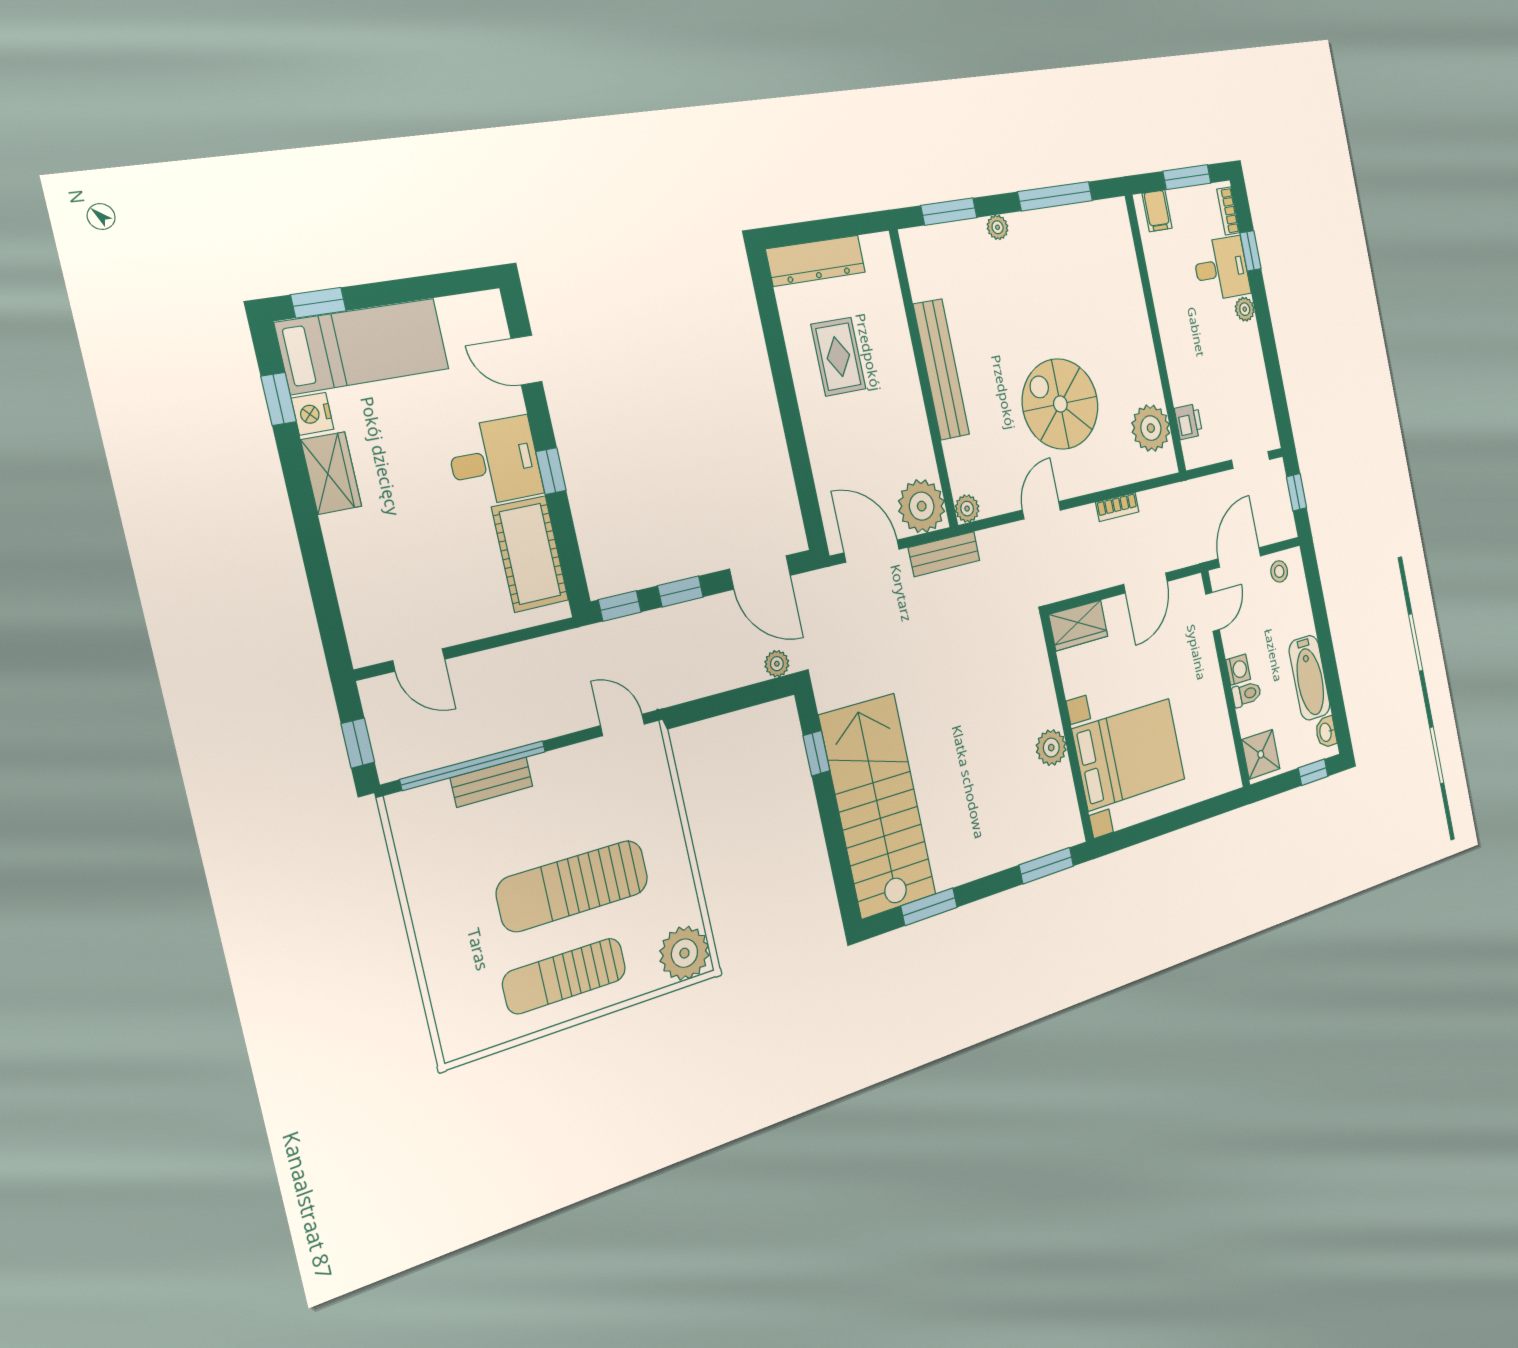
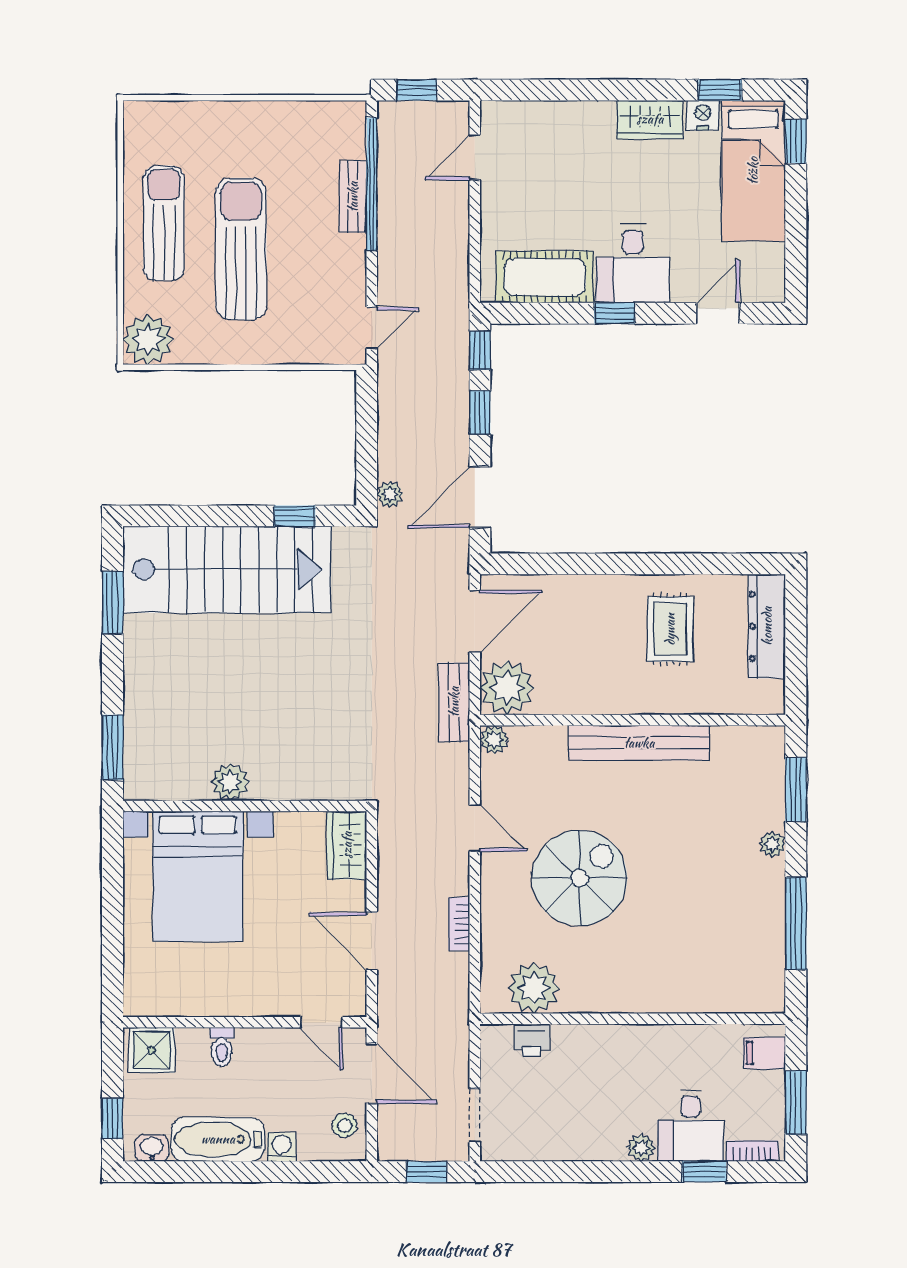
rug: (838, 357) -> (670, 629), turned 90
washing machine: (1238, 670) -> (282, 1147), moved, turned 180

